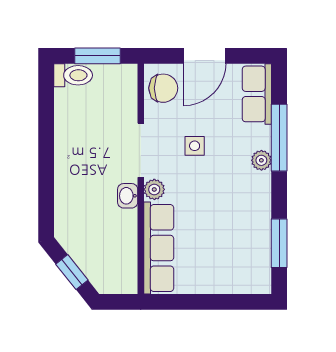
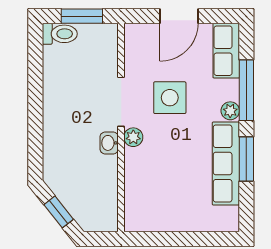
chair: (163, 88) -> (141, 45), removed
side table: (195, 146) -> (170, 98), width x1.87, depth x1.87
window: (279, 243) -> (246, 159), moved
row of seats: (159, 248) -> (226, 163), moved, turned 180

